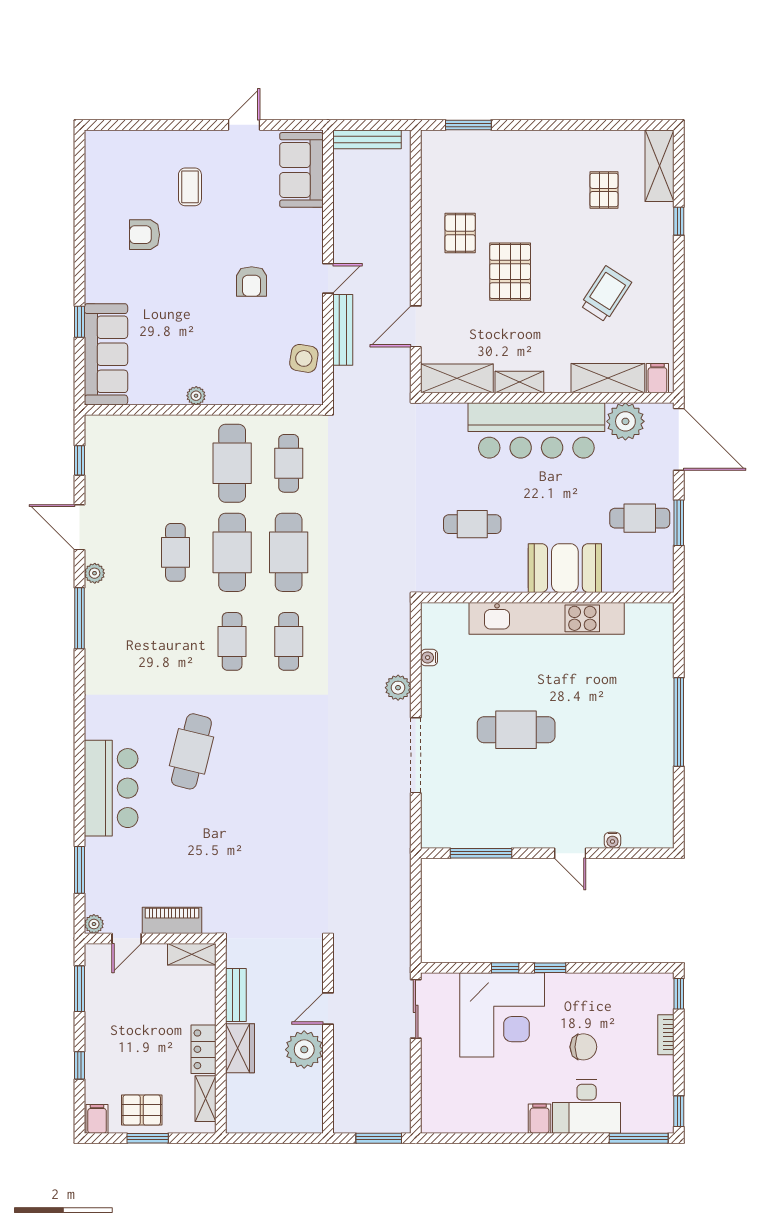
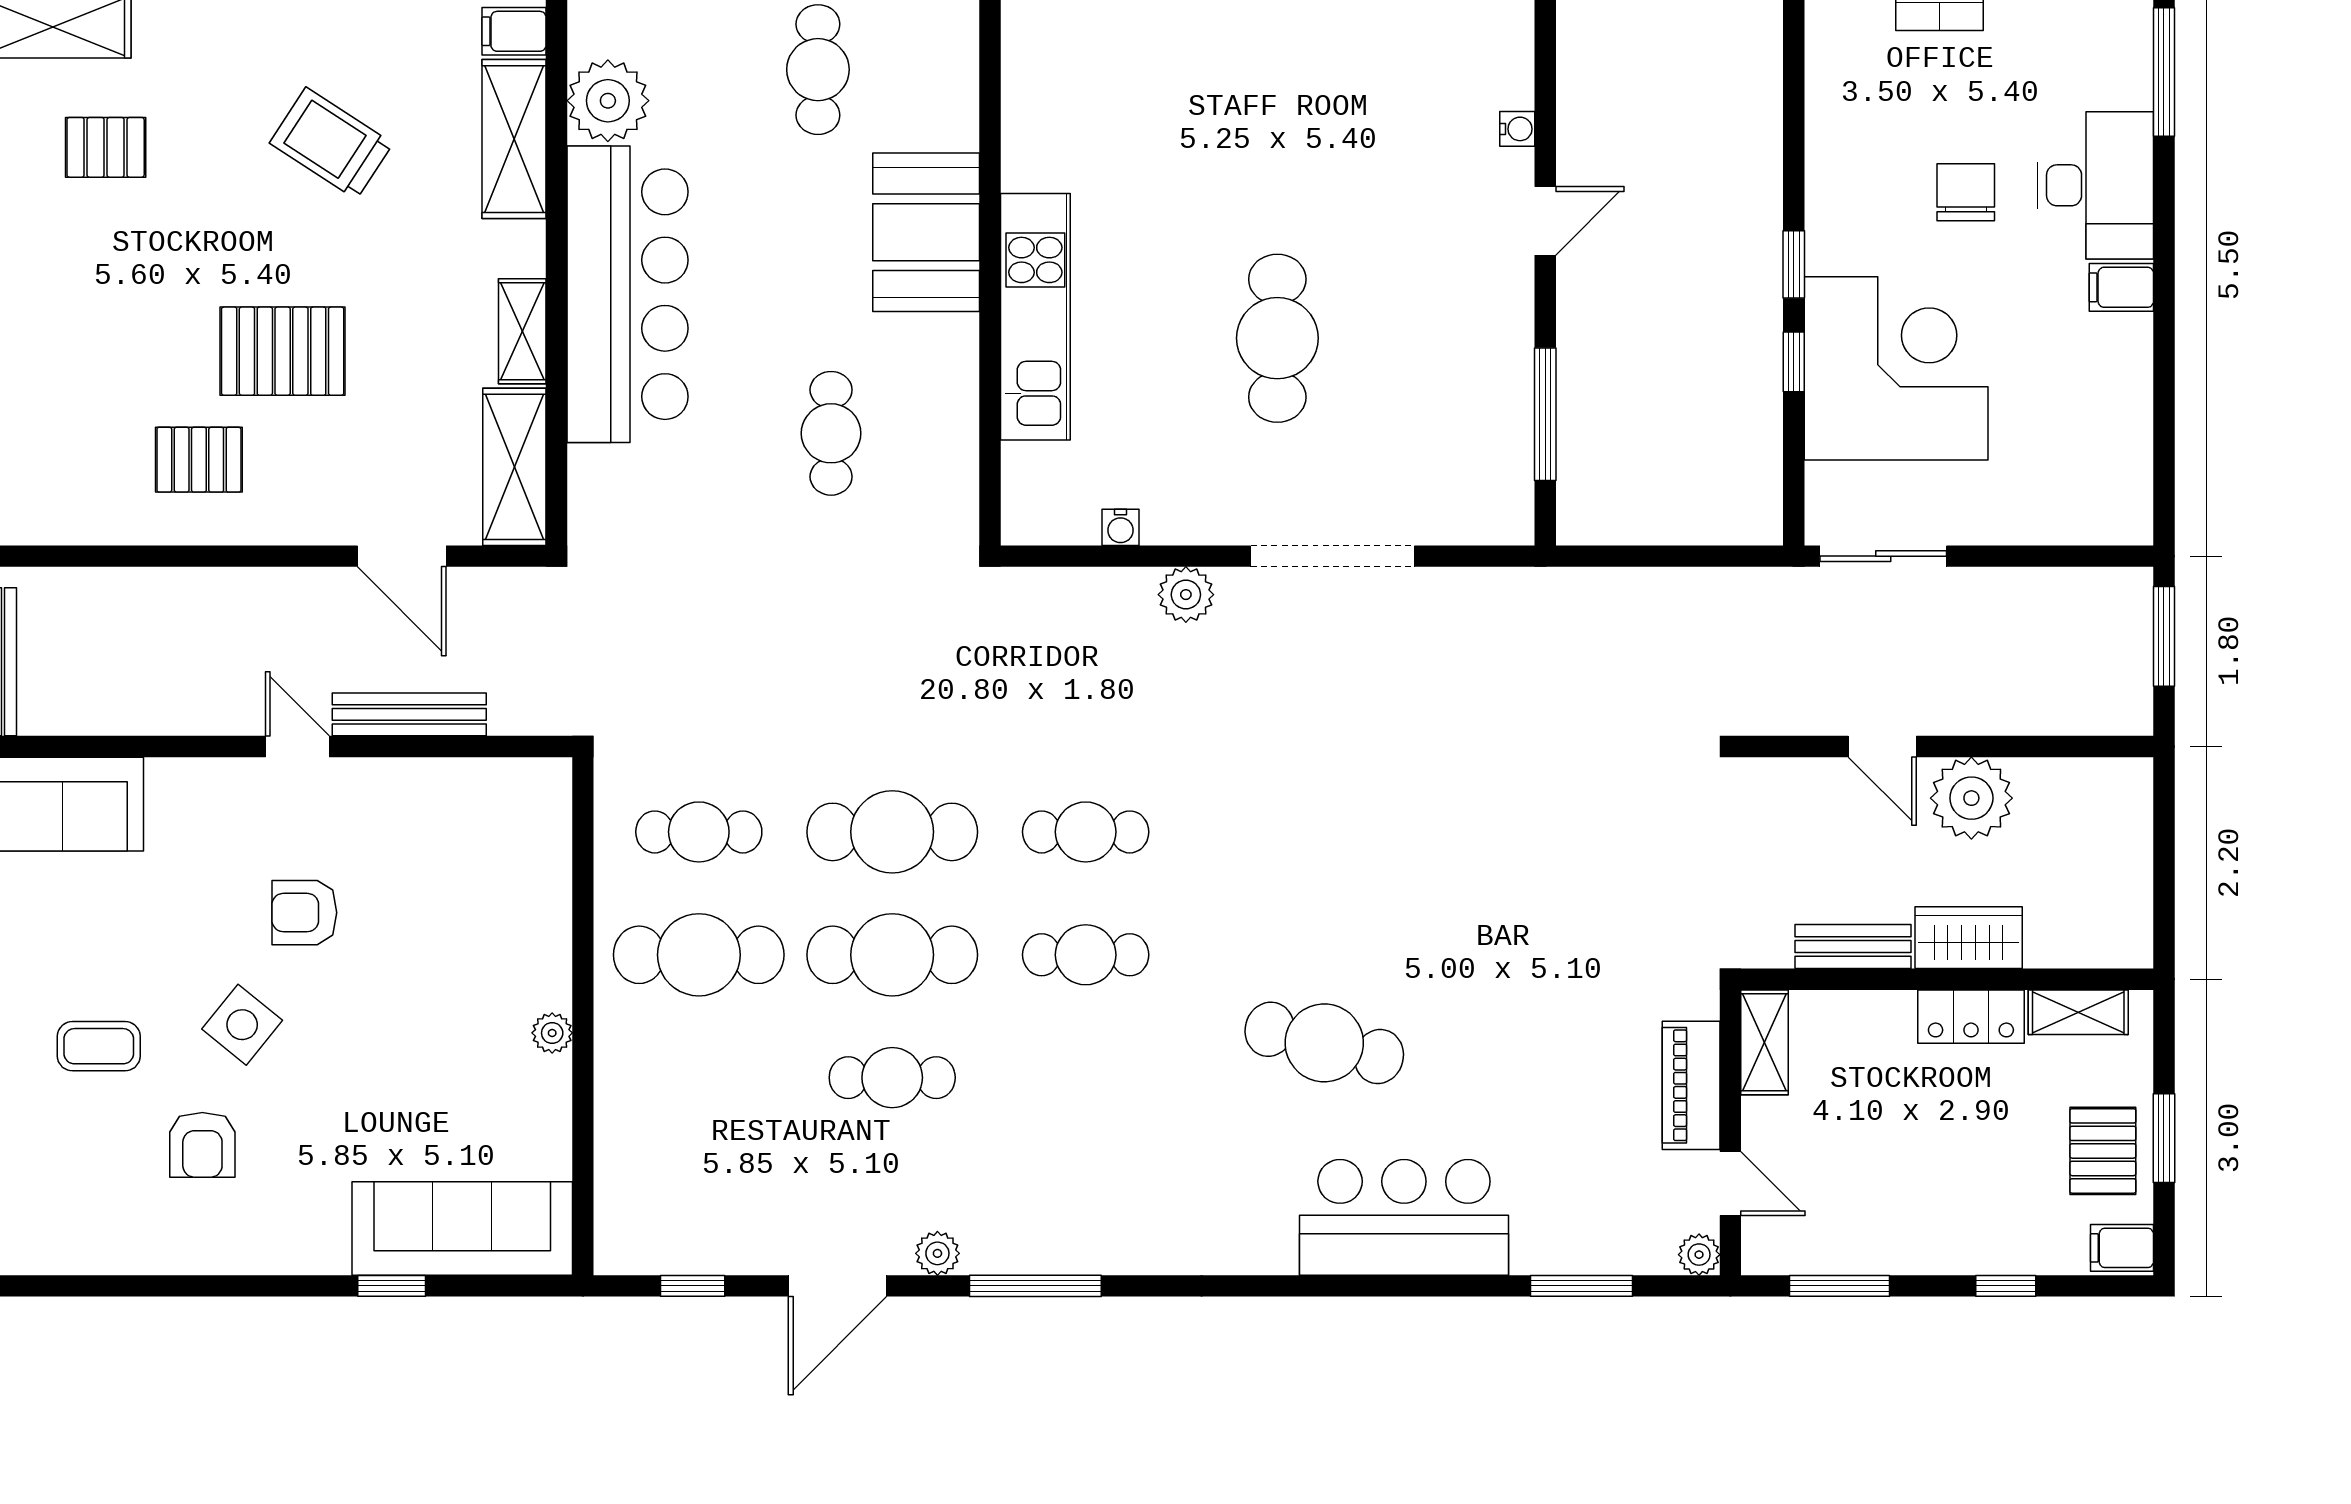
armchair: (252, 282) -> (304, 913), turned 180
side table: (304, 358) -> (242, 1025), moved, turned 30
kitchen unit: (547, 618) -> (1035, 317), width x0.73

